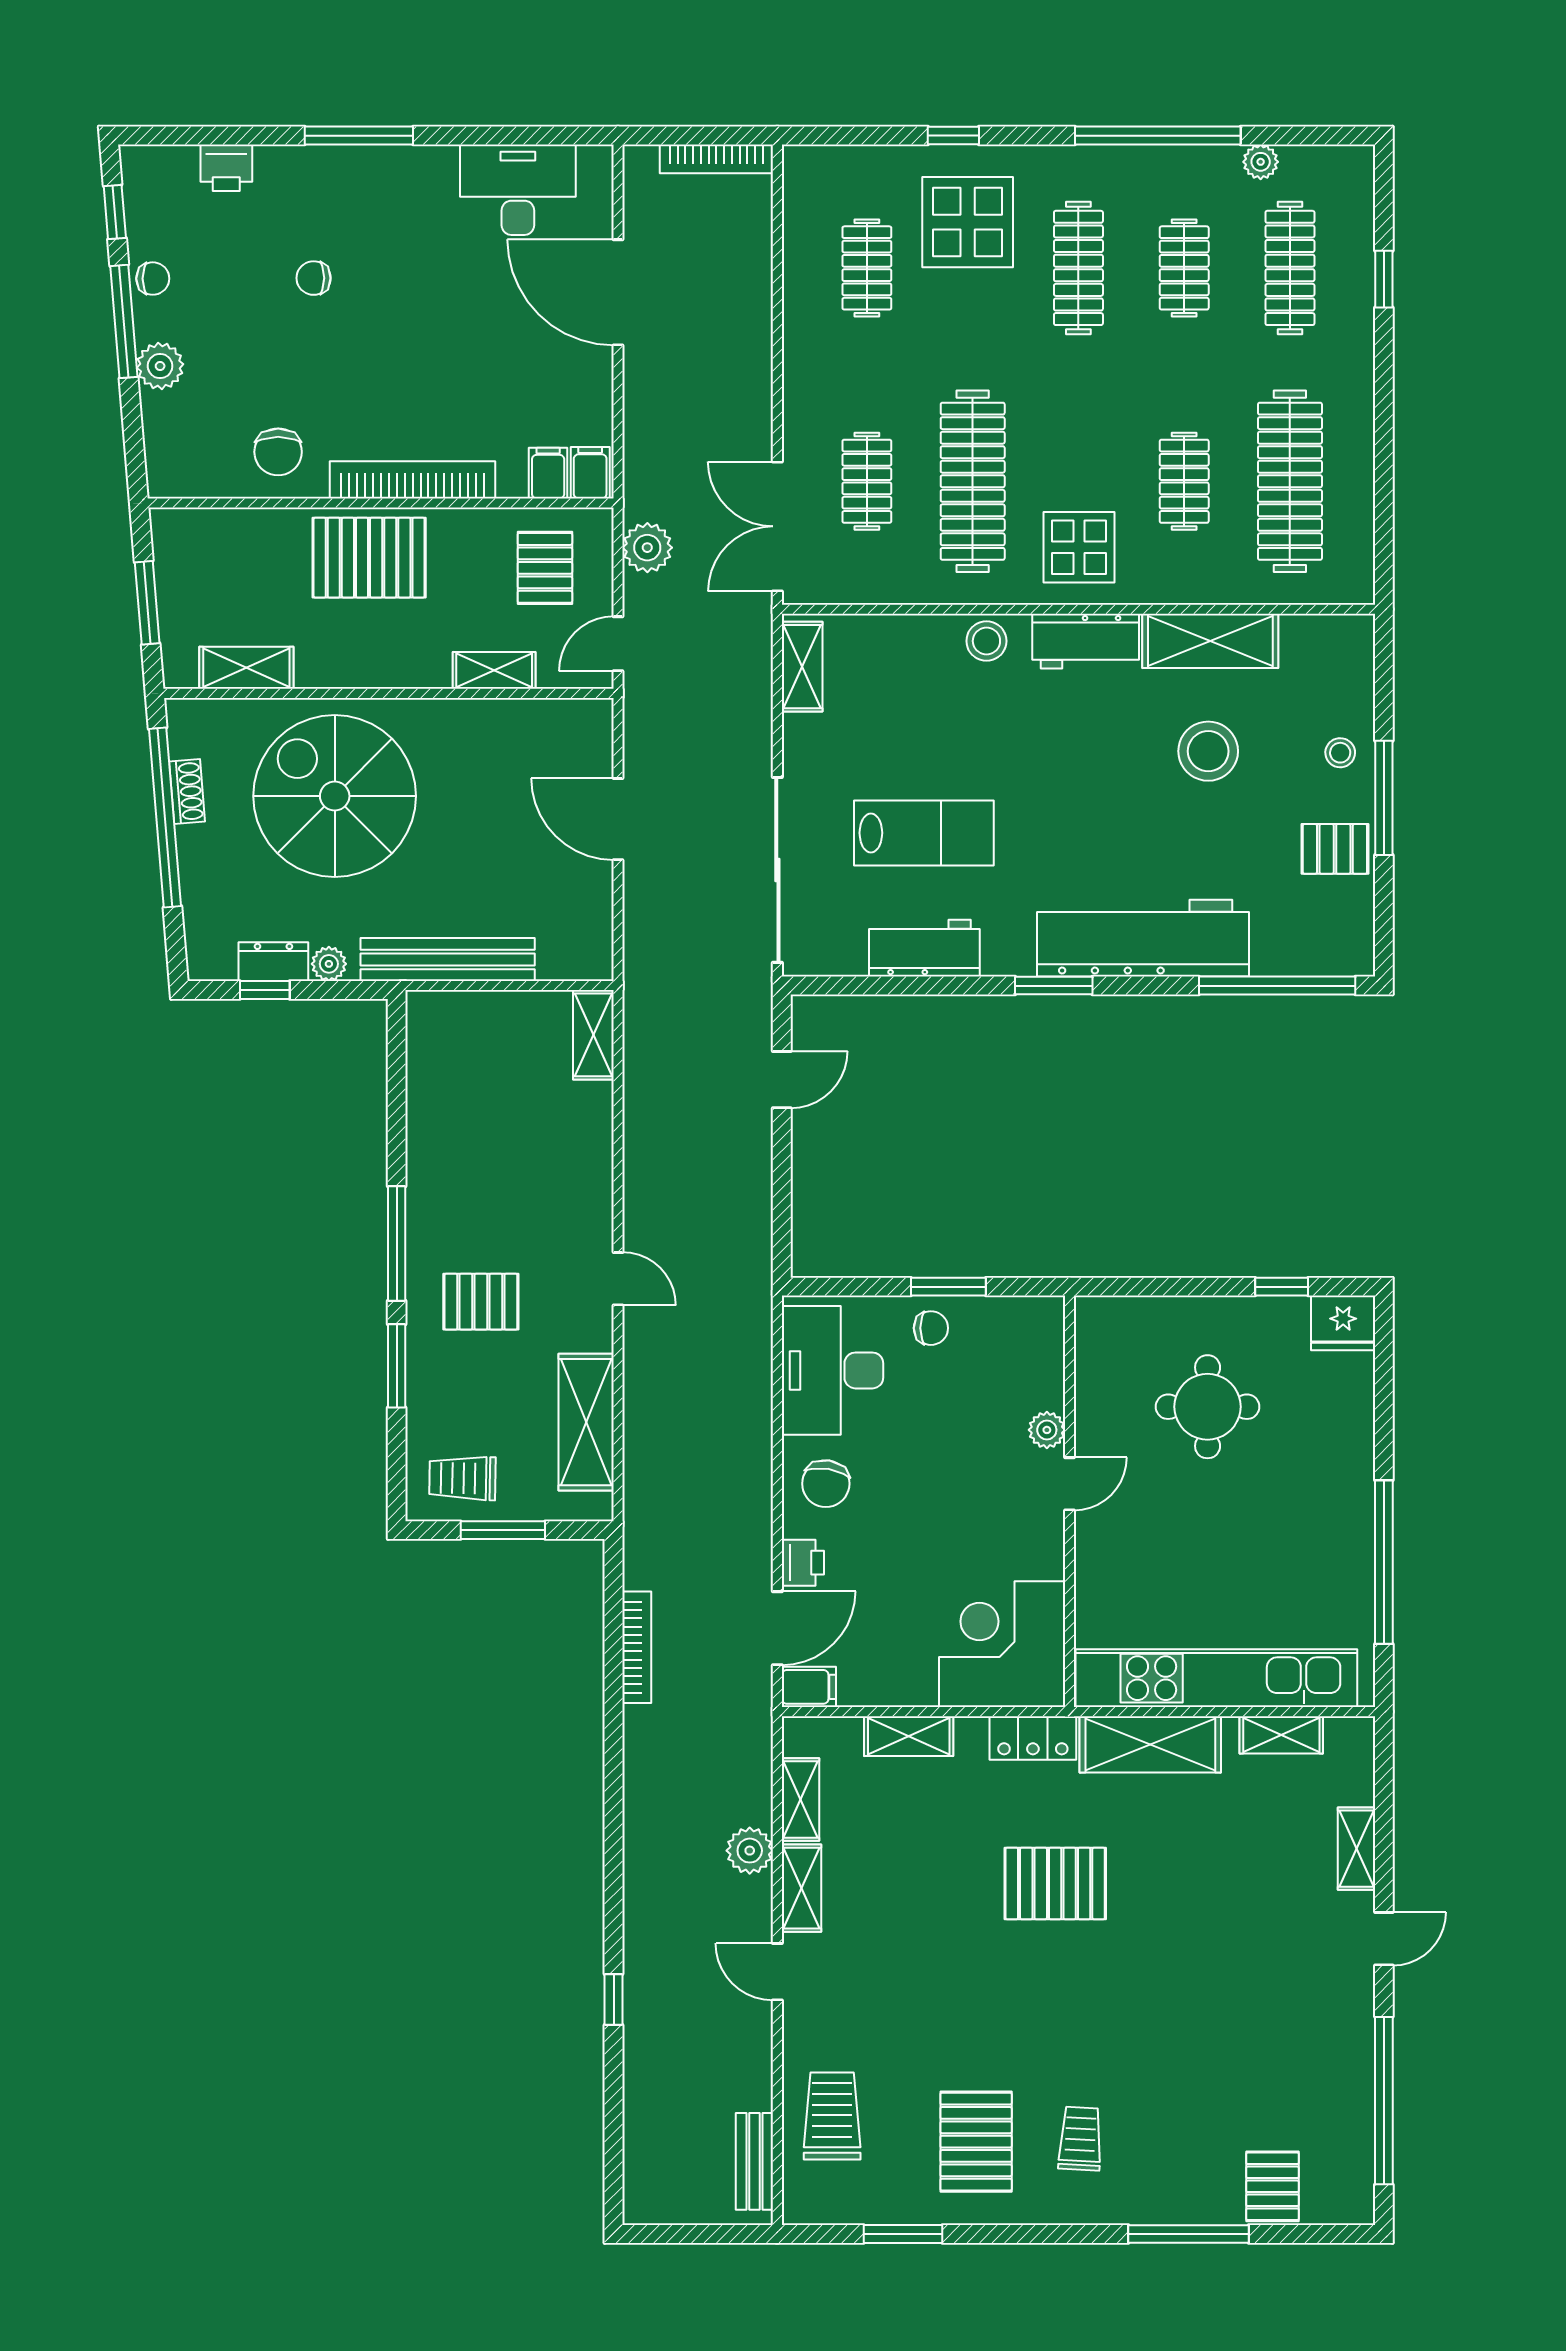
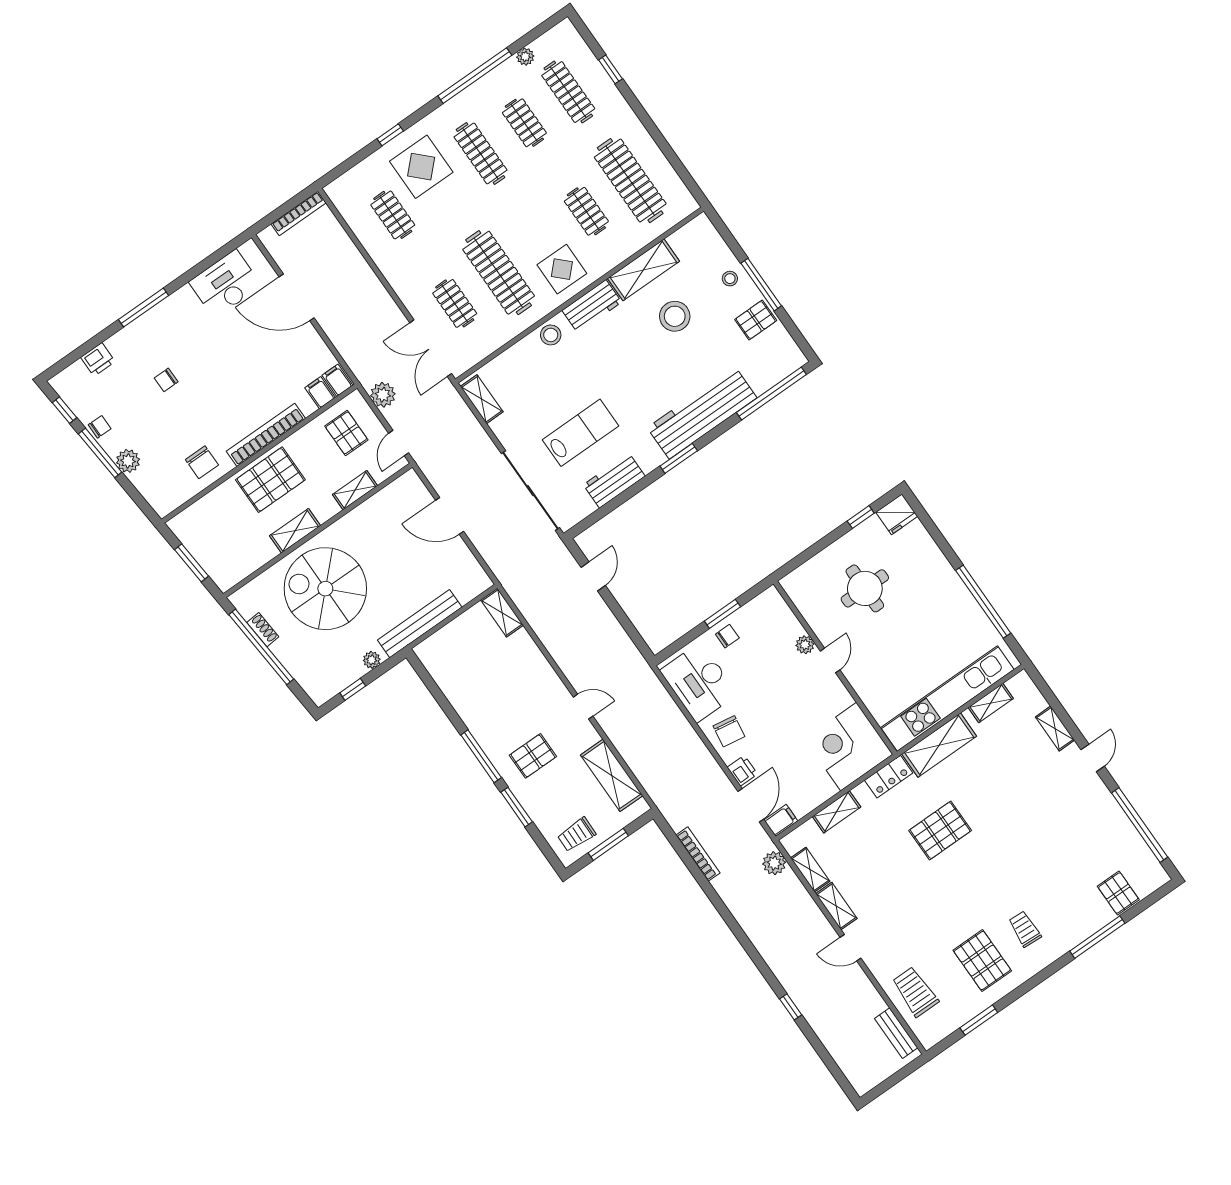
shelving: (246, 668) -> (295, 531), moved
dresser: (273, 962) -> (348, 675), removed
plant: (750, 1851) -> (774, 863), moved

